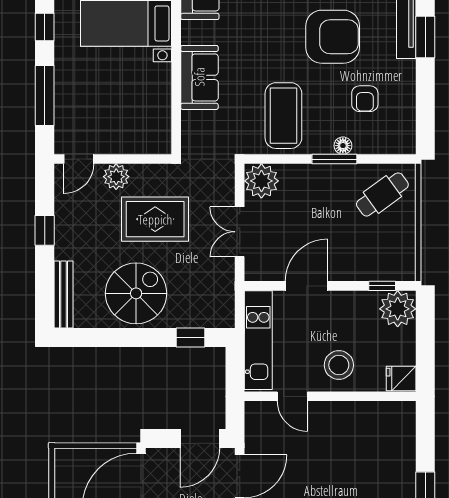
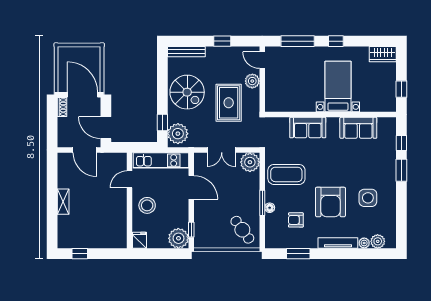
window: (425, 37) -> (298, 254), moved
double door: (240, 232) -> (222, 150), swing flipped
plant: (210, 310) -> (178, 134), added

